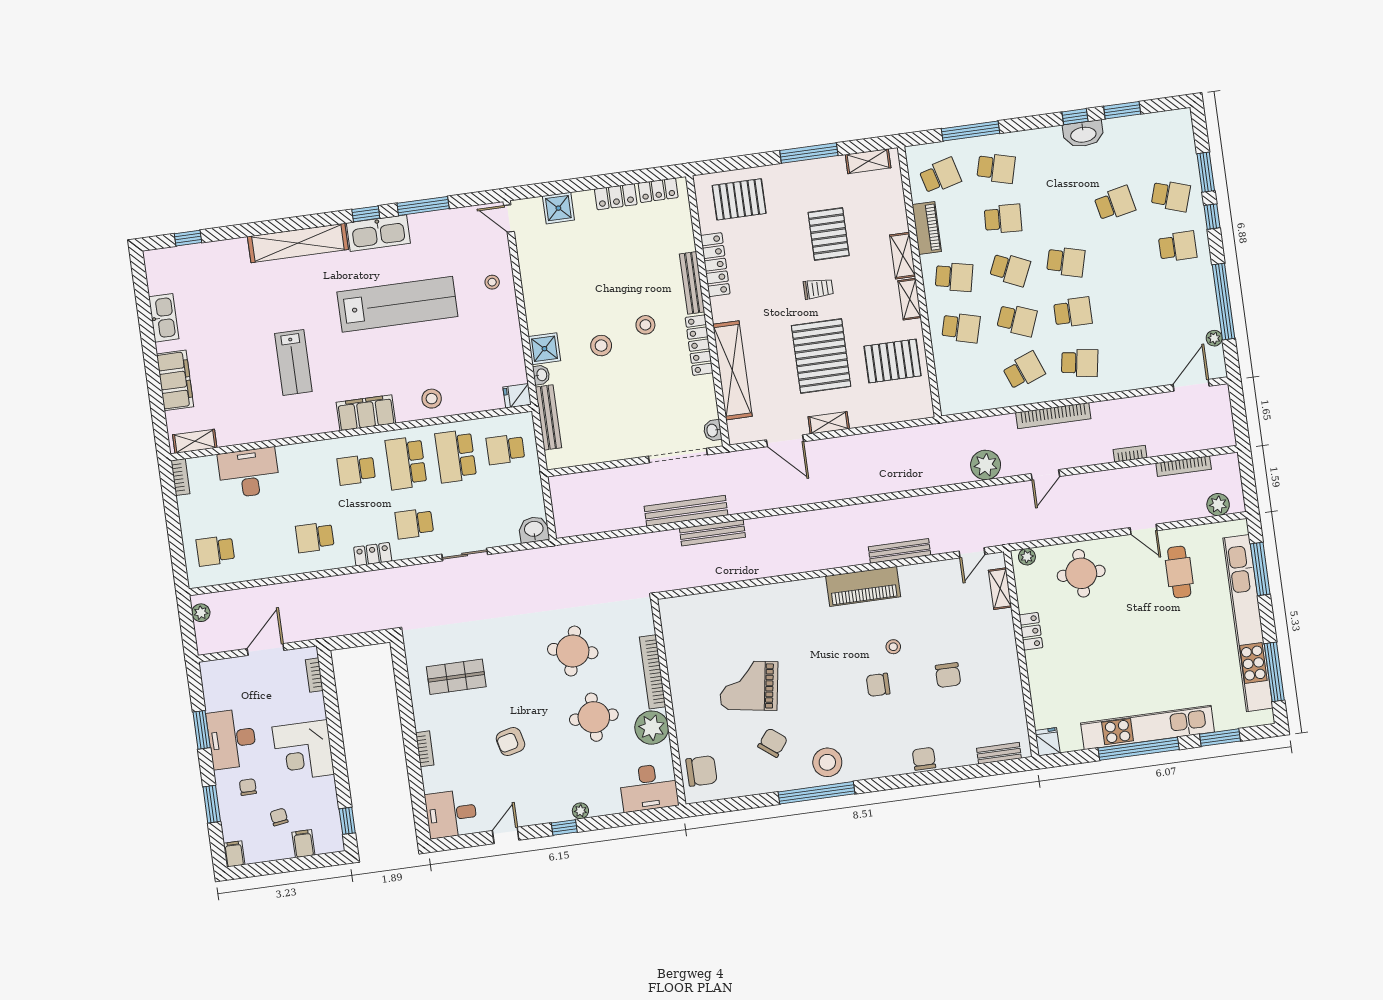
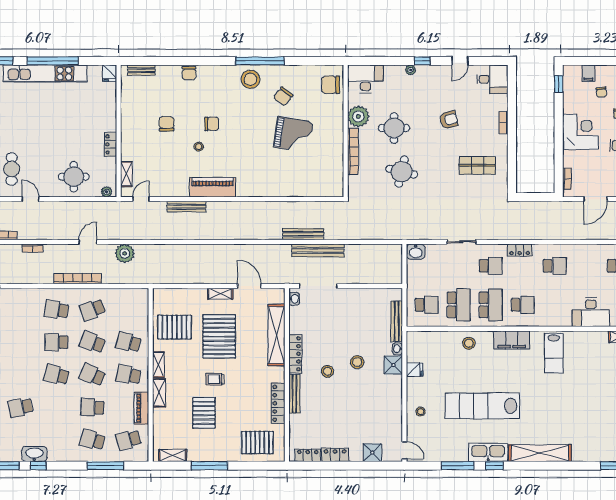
lab bench: (293, 363) -> (554, 353), moved, turned 180
fridge: (517, 396) -> (415, 370), moved

